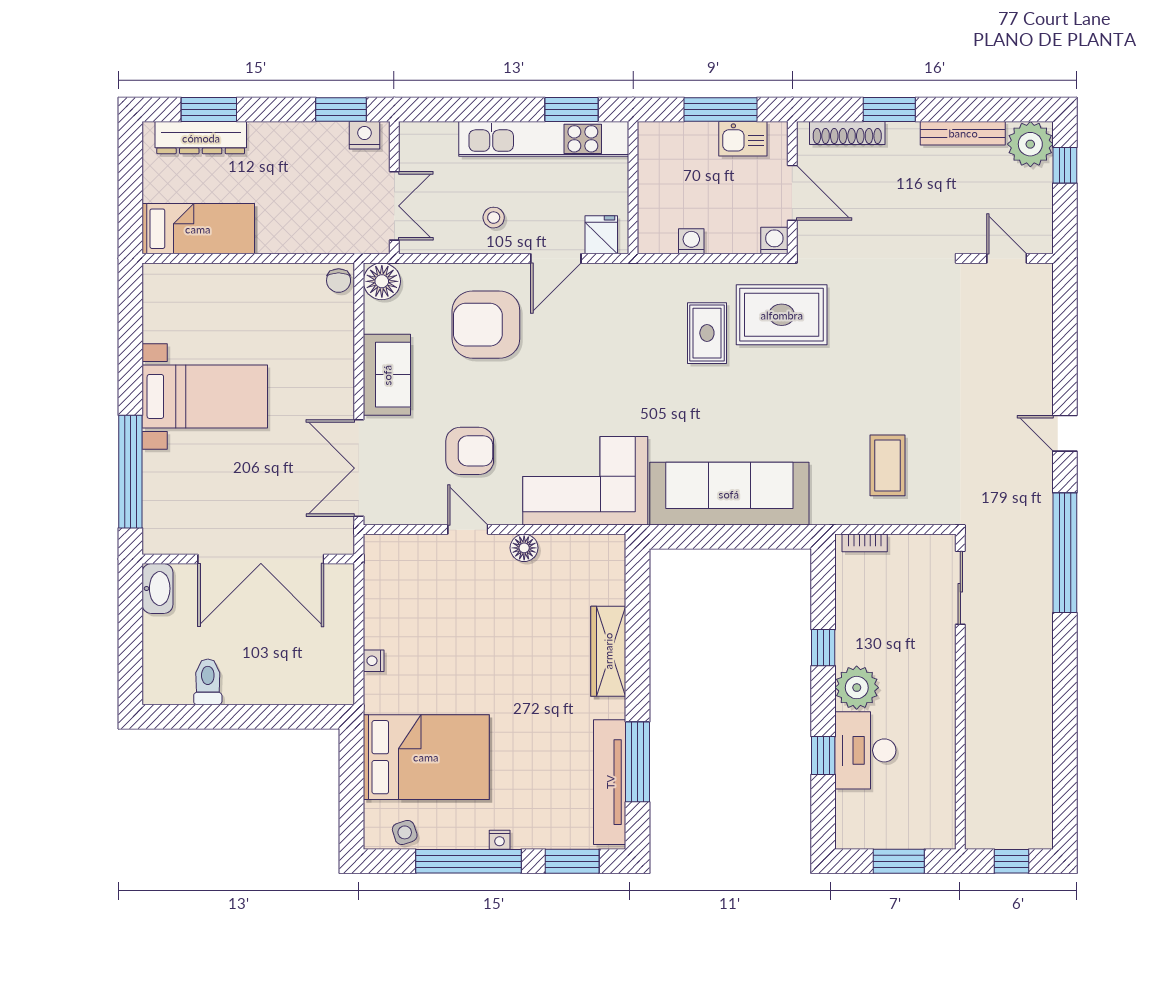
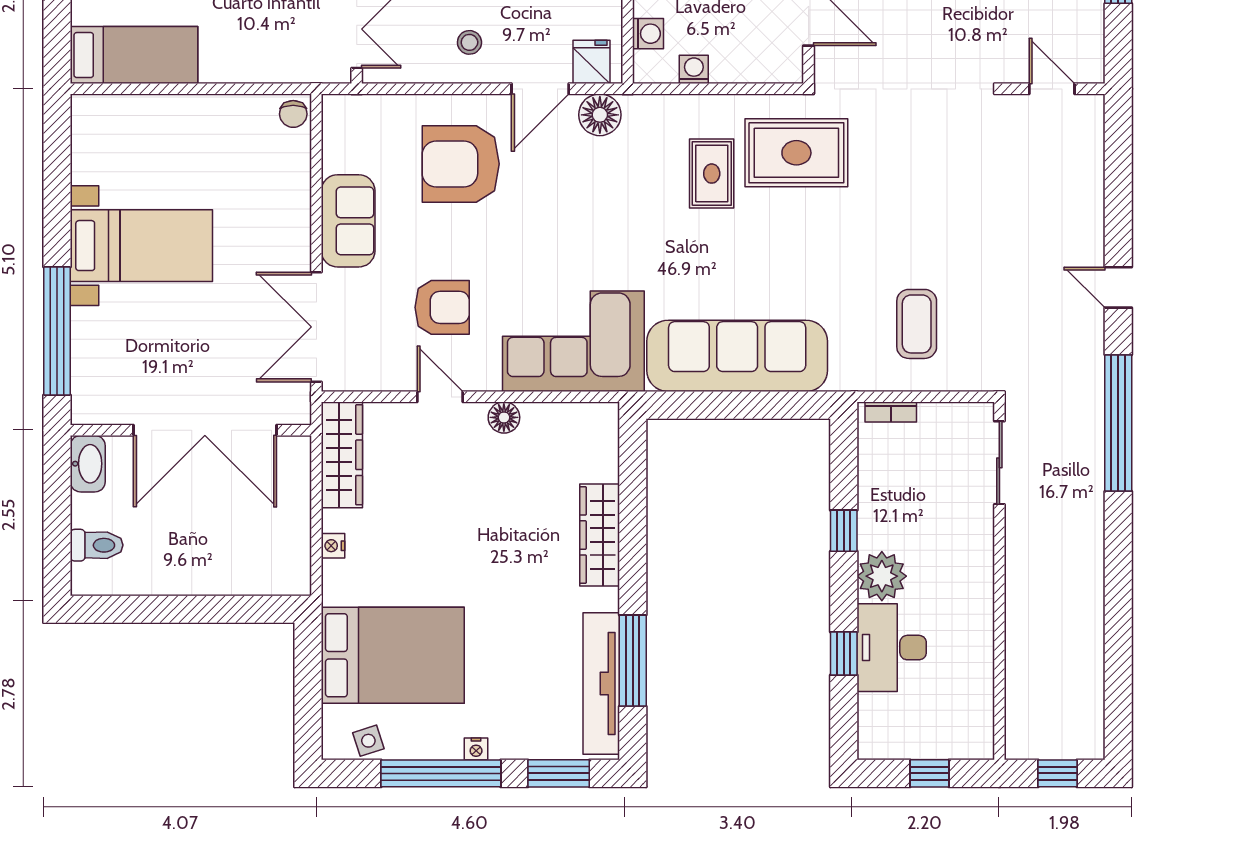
washing machine: (774, 241) -> (648, 34), moved, turned 90
floor lamp: (382, 281) -> (600, 115), moved
wardrobe: (381, 581) -> (342, 455), added
toilet: (208, 682) -> (97, 545), moved, turned 90
window: (899, 861) -> (930, 773), width x0.67

